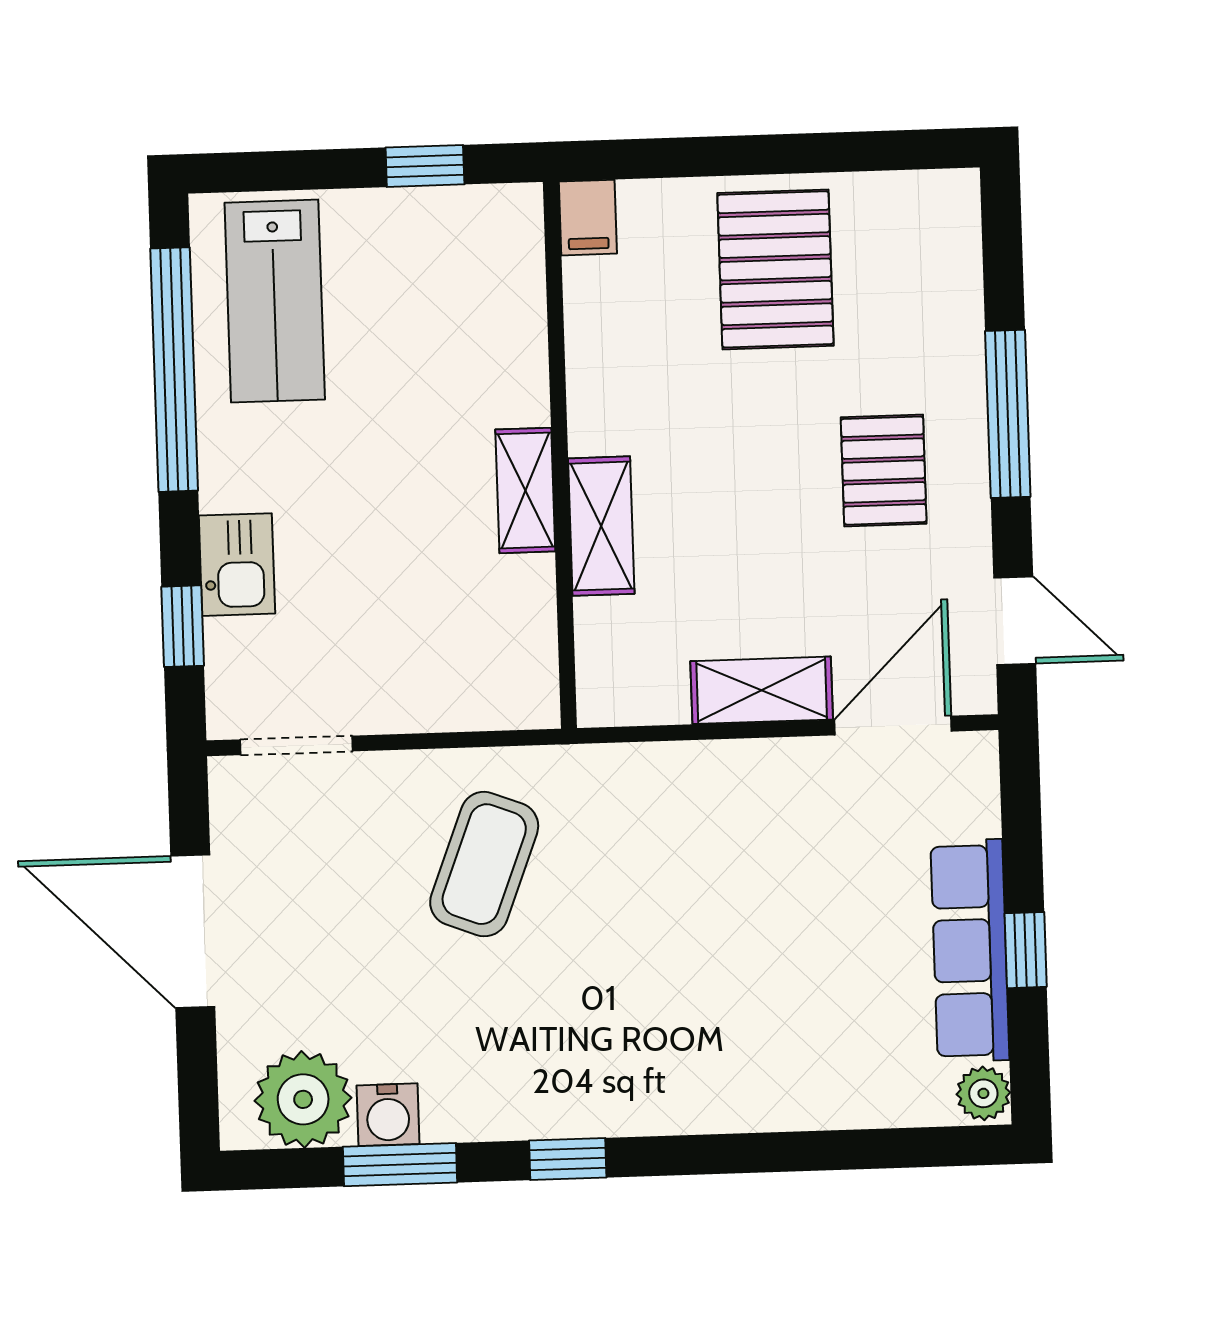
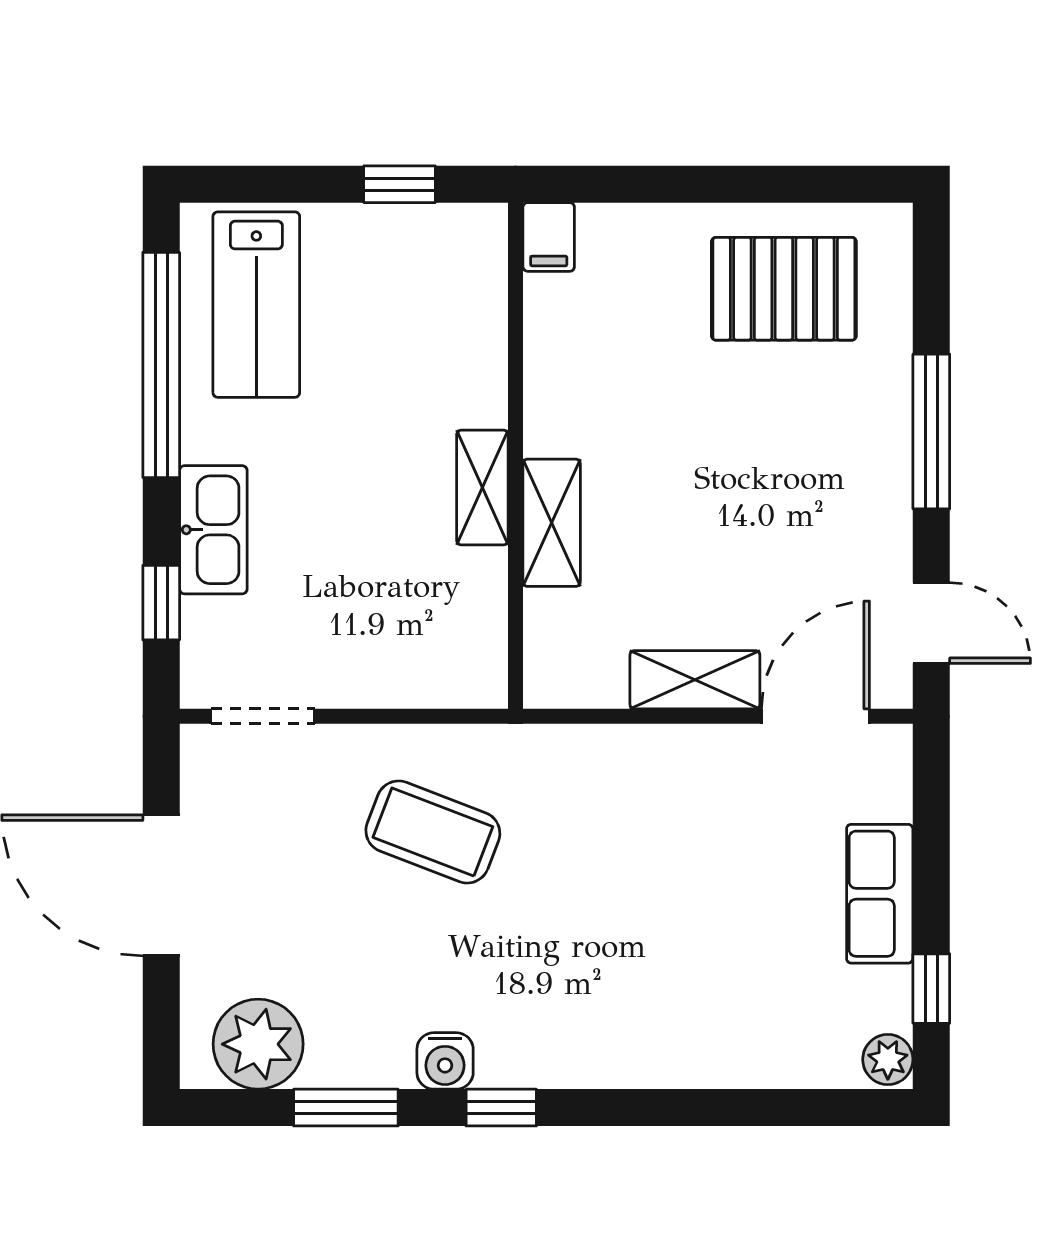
pallet: (775, 269) -> (784, 289), moved, turned 90
pallet: (884, 471) -> (815, 480), removed
kitchen sink: (237, 565) -> (213, 530), width x1.38
coffee table: (484, 864) -> (433, 832), turned 90
window: (1026, 950) -> (931, 989), moved
row of seats: (970, 951) -> (880, 894), width x0.68
water cooler: (388, 1115) -> (445, 1061), moved

